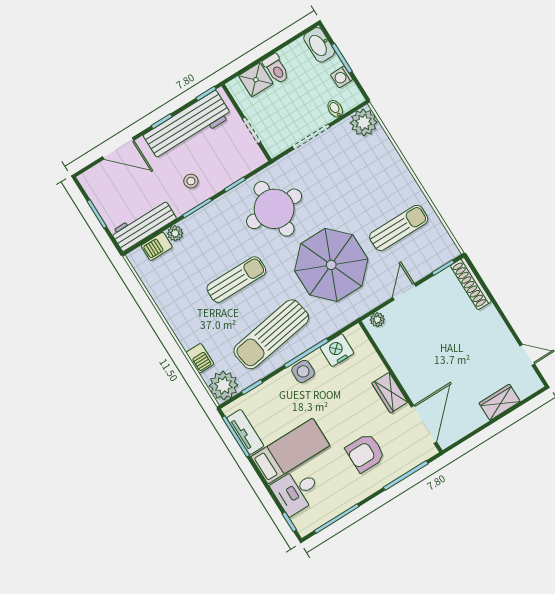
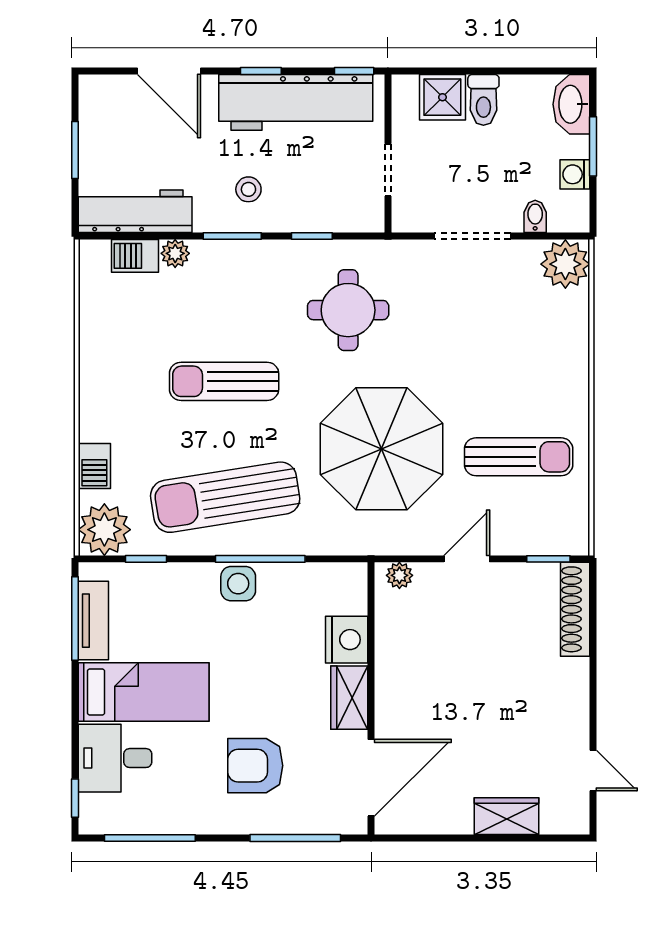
round table: (274, 209) -> (348, 310), width x0.73, depth x0.73
sun lounger: (236, 280) -> (224, 381), turned 180
nightstand: (337, 350) -> (347, 640), moved, turned 90

